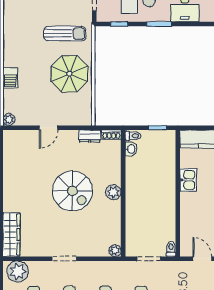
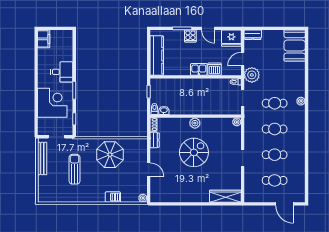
sun lounger: (65, 34) -> (75, 169), moved
kitchen sink: (188, 180) -> (199, 69), moved
dishwasher: (189, 219) -> (214, 69), added
plant: (18, 271) -> (252, 75), moved

